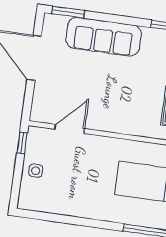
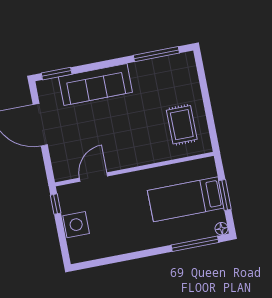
side table: (36, 171) -> (76, 225), width x1.87, depth x1.87

